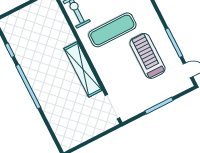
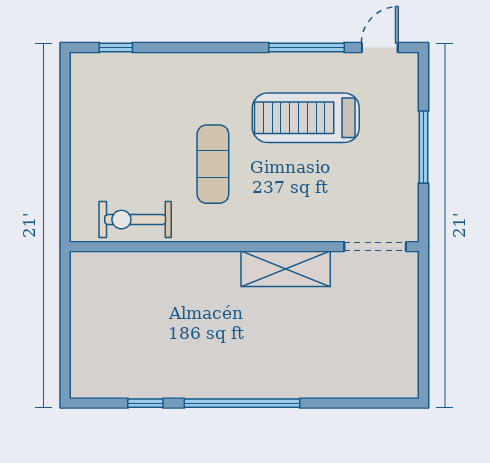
exercise mat: (112, 30) -> (213, 164), width x0.73, depth x0.69
shelving: (83, 69) -> (286, 269), width x0.68

